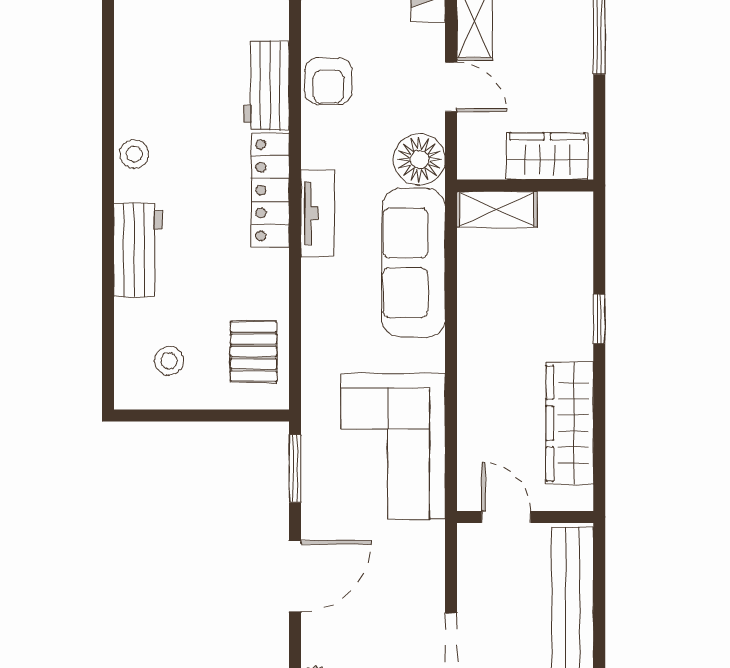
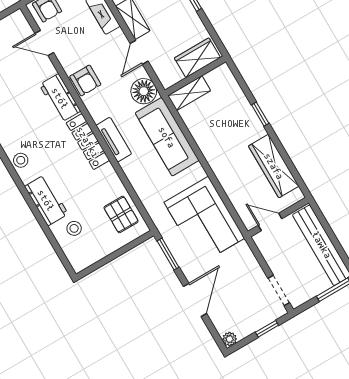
door: (451, 87) -> (139, 52), swing flipped
stool: (169, 361) -> (74, 228), moved

